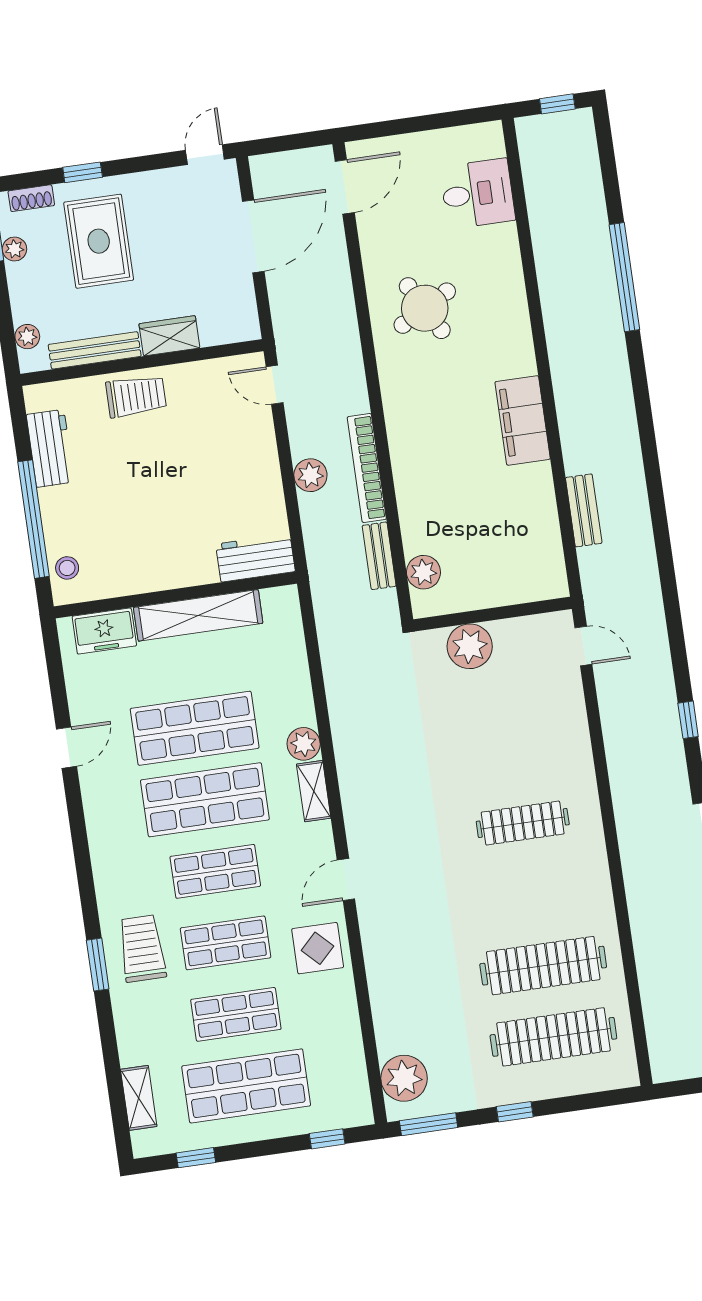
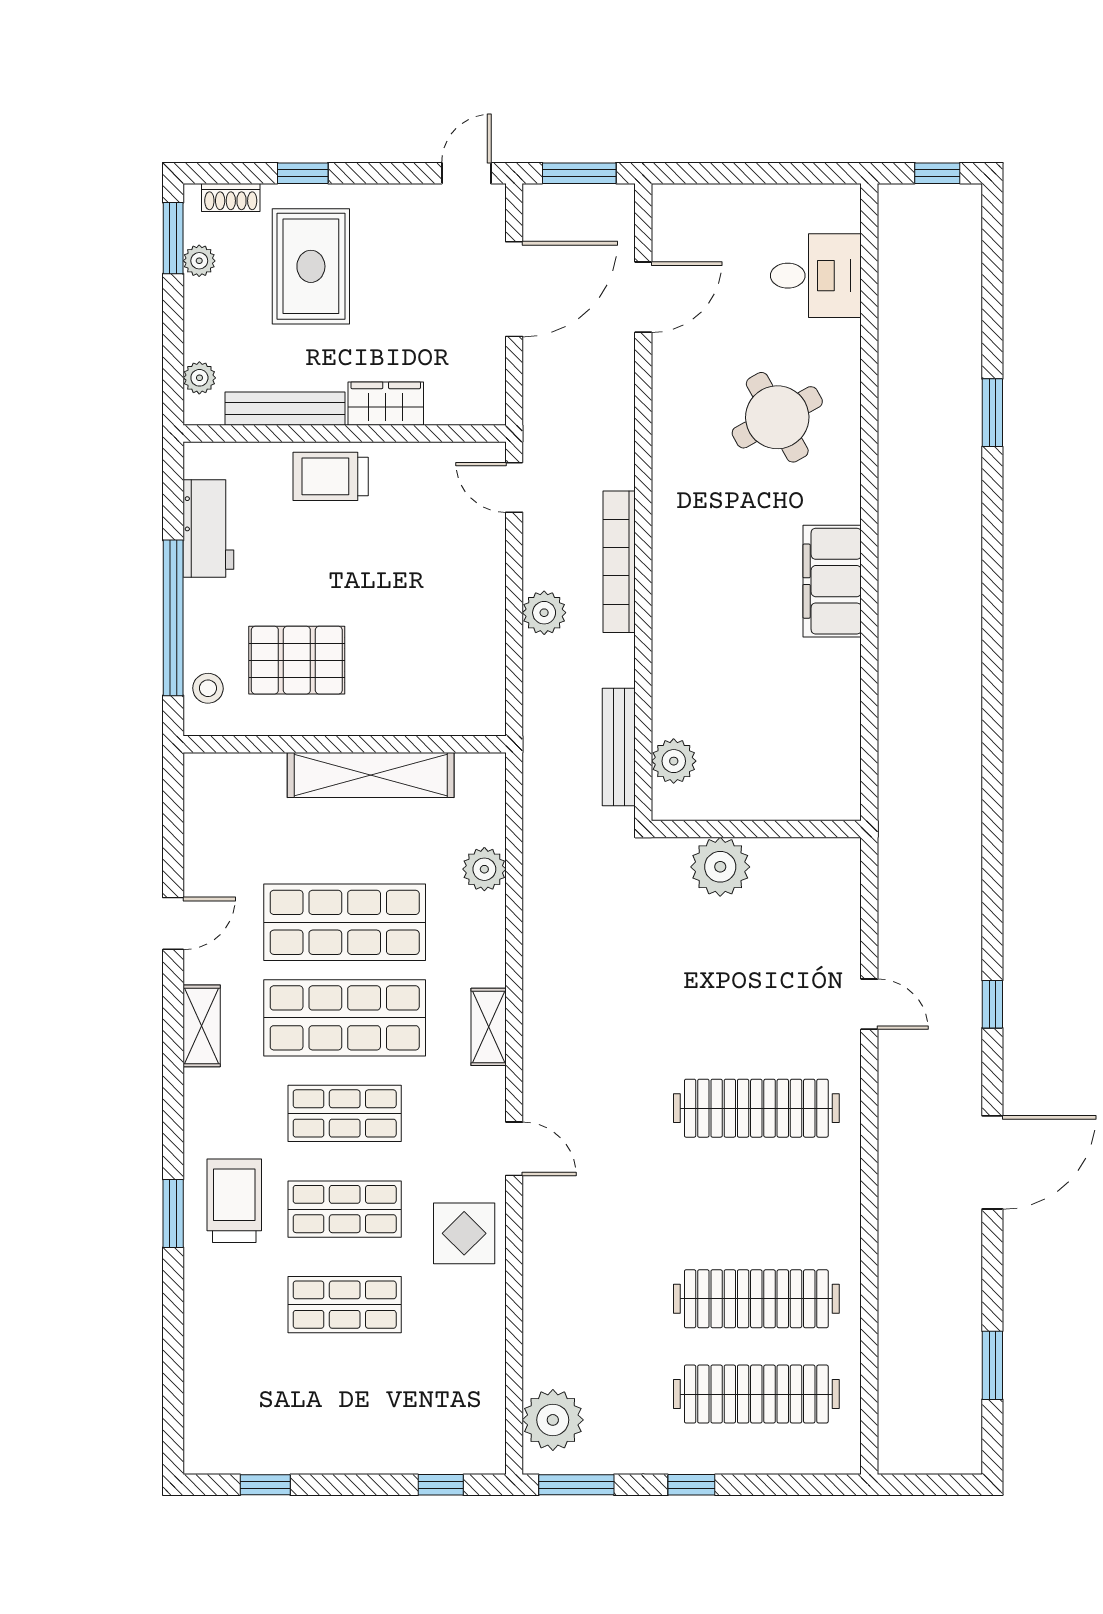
window: (289, 143) -> (579, 173), added
door: (345, 187) -> (643, 297), moved
window: (624, 277) -> (992, 413), width x0.47
round table: (425, 308) -> (777, 417), moved
trolley: (136, 396) -> (331, 476), turned 180
bookcase: (367, 468) -> (619, 562), moved
bench: (584, 510) -> (895, 710), removed
pallet: (131, 537) -> (297, 660), added
bench: (379, 556) -> (619, 747), width x1.36
workbench: (255, 558) -> (456, 710), removed
freezer: (104, 631) -> (245, 778), removed
door: (583, 646) -> (869, 1004), moved
plant: (304, 744) -> (484, 869), moved
clothes rail: (523, 823) -> (756, 1108), width x1.37, depth x1.31
door: (346, 880) -> (514, 1149), swing flipped
shop shelf: (246, 1086) -> (345, 1400), removed
shelving: (139, 1098) -> (202, 1026), moved

